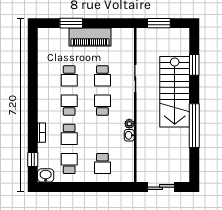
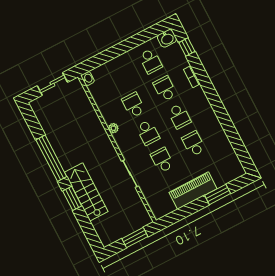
window: (194, 65) -> (72, 198), moved
stairs: (175, 92) -> (86, 192), width x0.73, depth x0.66
washbasin: (129, 135) -> (88, 79), moved
school desk: (102, 164) -> (134, 105), moved

